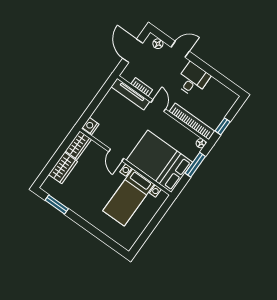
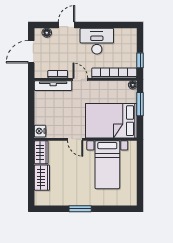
door: (133, 51) -> (31, 52), hinge flipped
desk: (193, 80) -> (97, 41), width x1.37
window: (57, 204) -> (80, 209), moved

